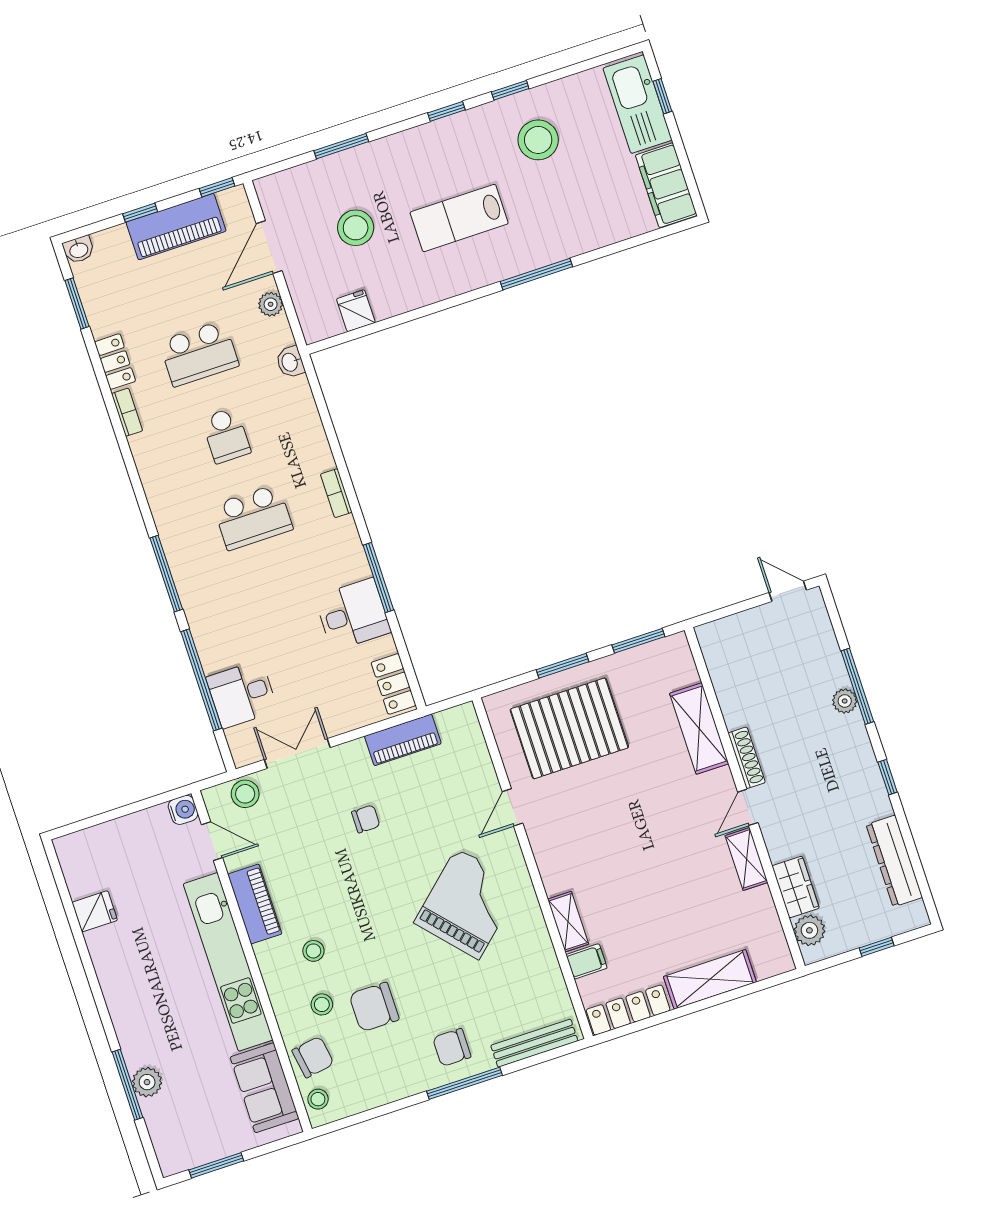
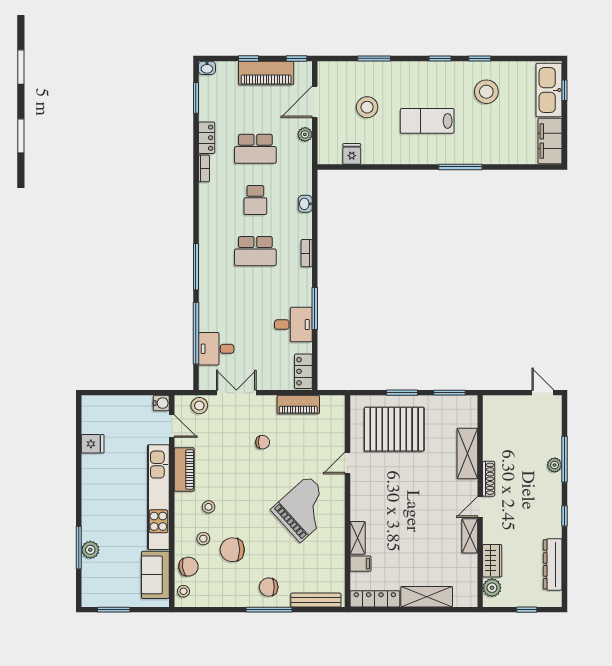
washbasin: (290, 362) -> (305, 204), moved

